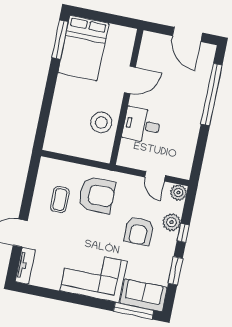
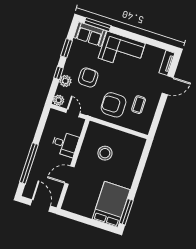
door: (130, 80) -> (69, 175), moved
wall: (126, 97) -> (73, 164), moved
desk: (142, 125) -> (65, 144), moved

